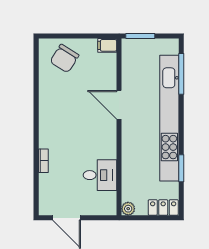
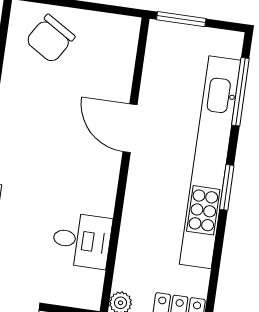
filing cabinet: (107, 45) -> (124, 27), removed
window: (181, 168) -> (227, 187), moved

